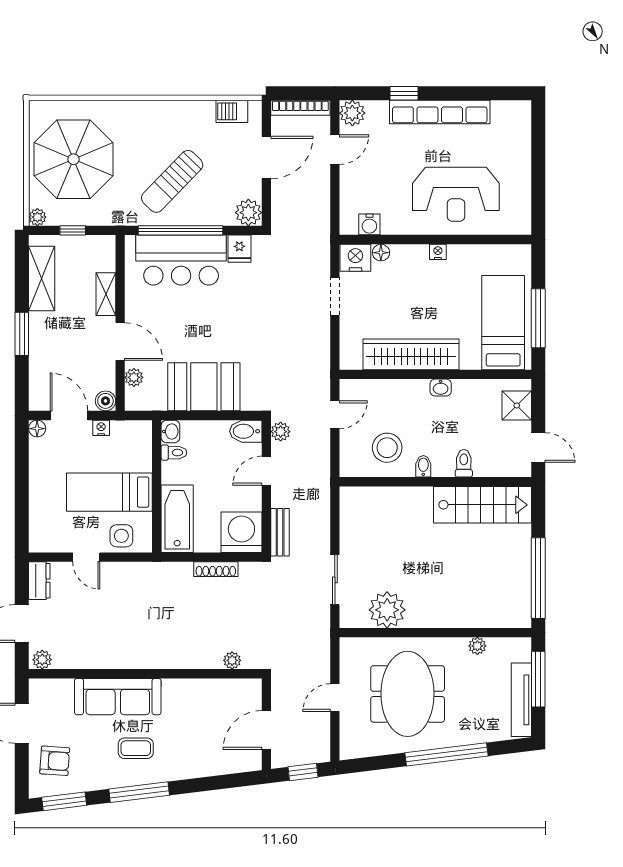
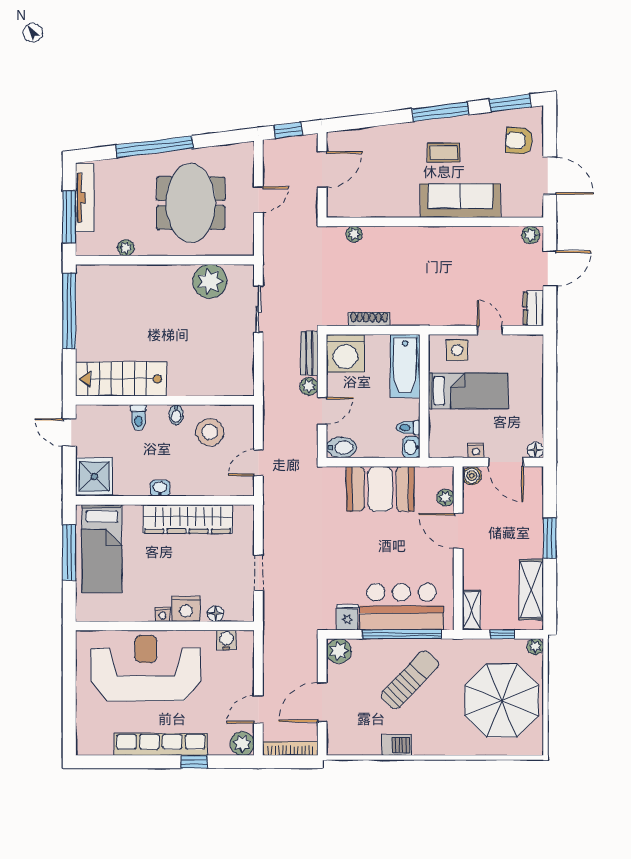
barbecue: (232, 111) -> (396, 745), moved
reception desk: (456, 194) -> (146, 668), width x1.36, depth x1.30
nightstand: (355, 258) -> (186, 609), moved
shelving: (106, 294) -> (471, 610), moved
shower: (517, 405) -> (94, 476), width x1.36, depth x1.36
plant: (281, 432) -> (309, 386), moved

